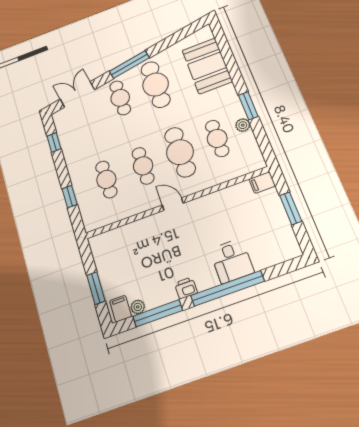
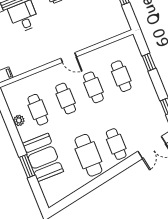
window: (129, 64) -> (111, 173), removed
booth: (207, 66) -> (43, 157), moved
window: (248, 106) -> (27, 166), moved
cafe table: (180, 152) -> (66, 99), width x0.73, depth x0.74

